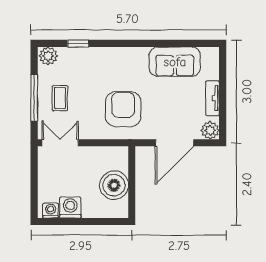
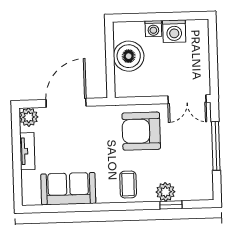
plant: (48, 56) -> (165, 192), moved
coffee table: (60, 98) -> (128, 185), moved
armchair: (123, 109) -> (141, 131), moved, turned 90
washing machine: (51, 211) -> (153, 29), moved

